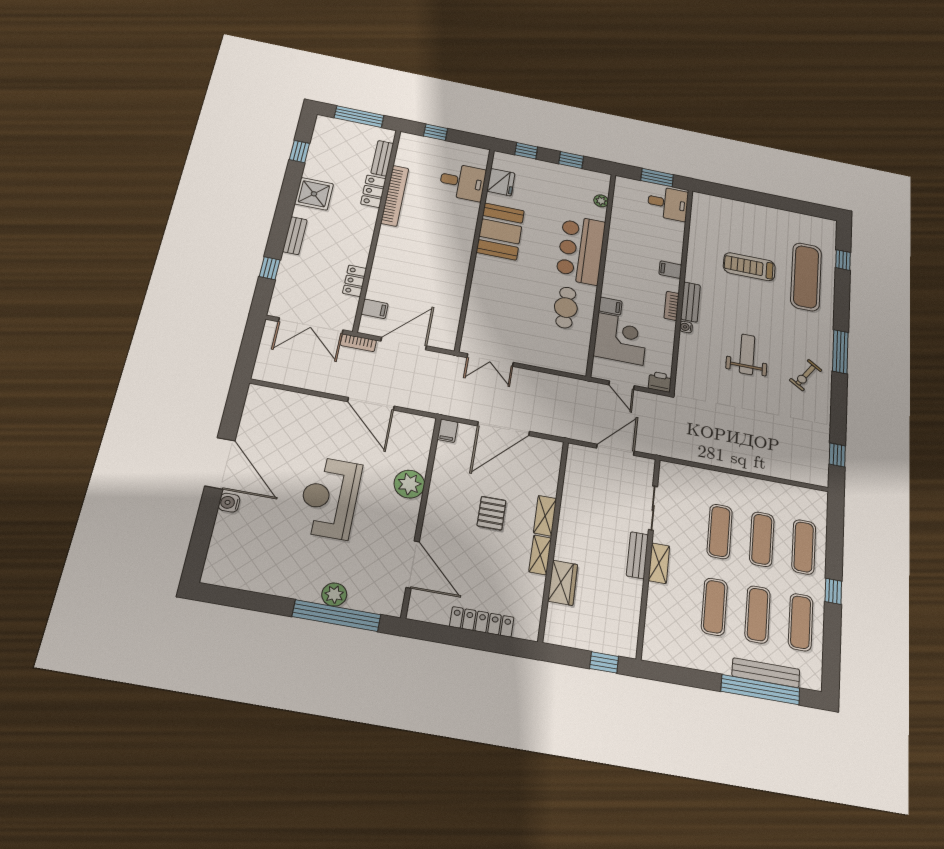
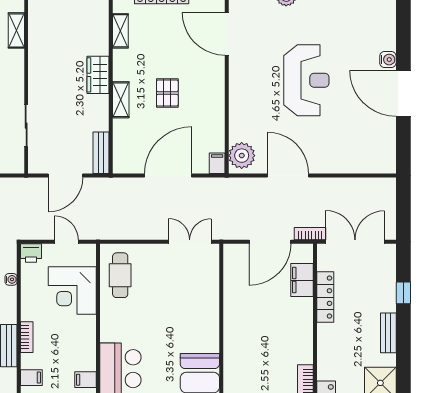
locker: (355, 281) -> (325, 297), width x1.53
filing cabinet: (610, 306) -> (85, 380), moved
cafe table: (566, 308) -> (120, 275), moved
filing cabinet: (375, 309) -> (302, 280), width x2.00
water cooler: (686, 327) -> (11, 279), moved
plant: (409, 484) -> (242, 156), moved
shelving: (540, 555) -> (120, 31), moved
bench: (637, 555) -> (101, 153), moved
shelving: (659, 563) -> (16, 30), moved
wardrobe: (563, 583) -> (98, 75), moved

